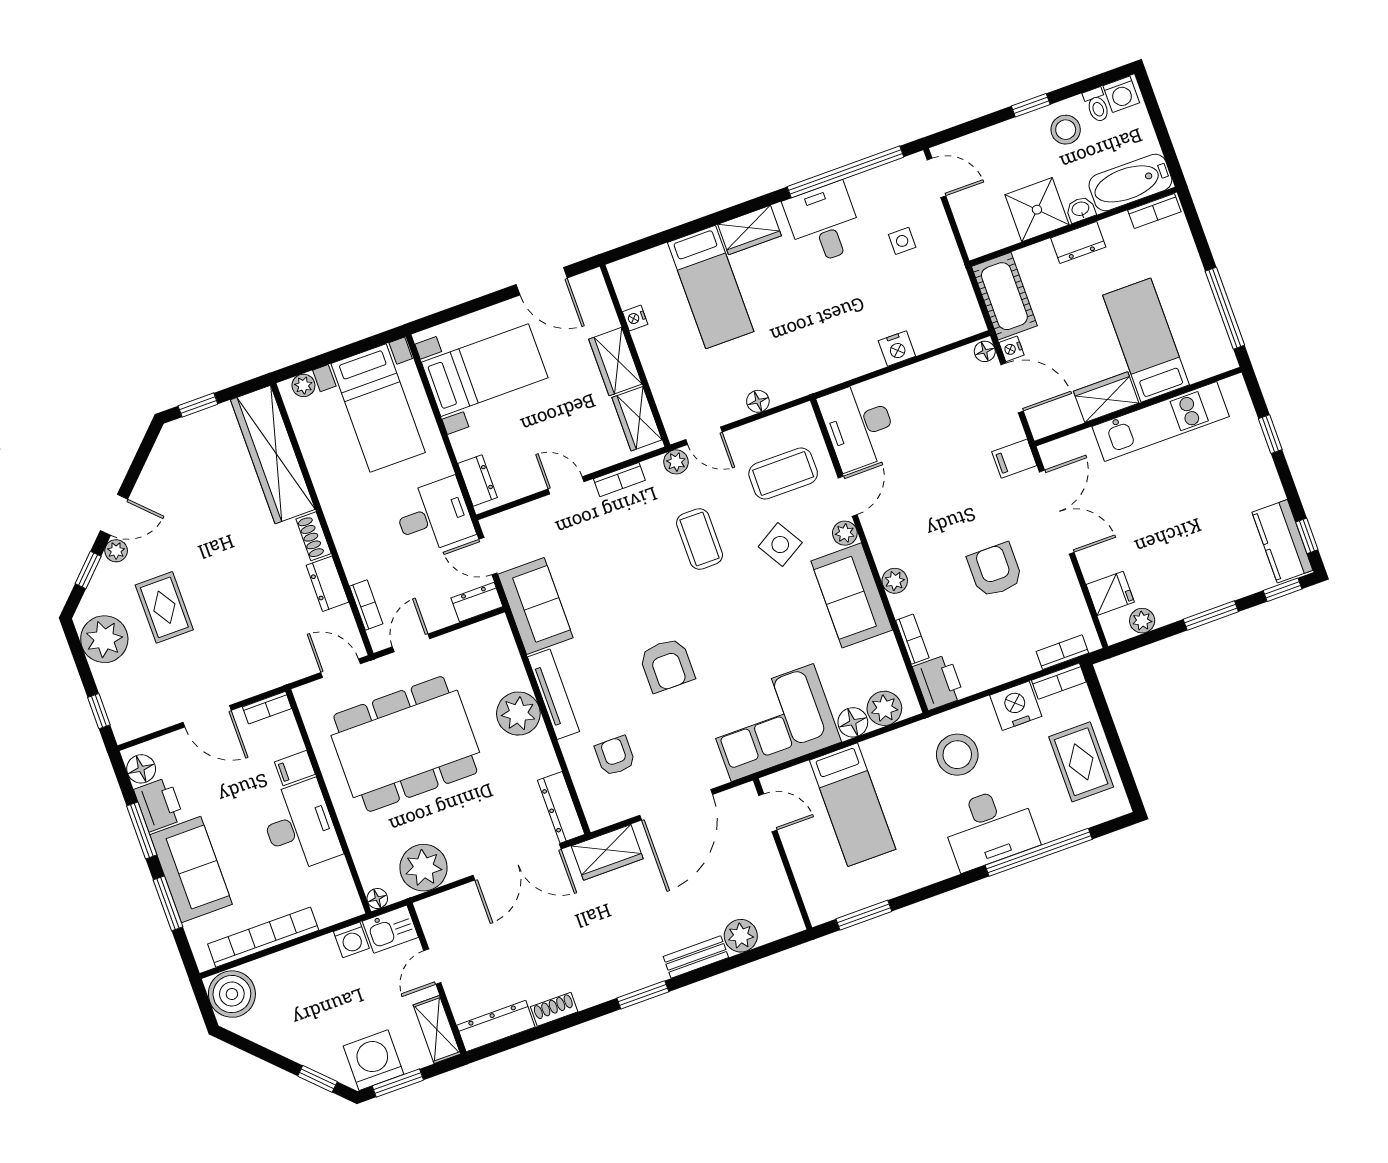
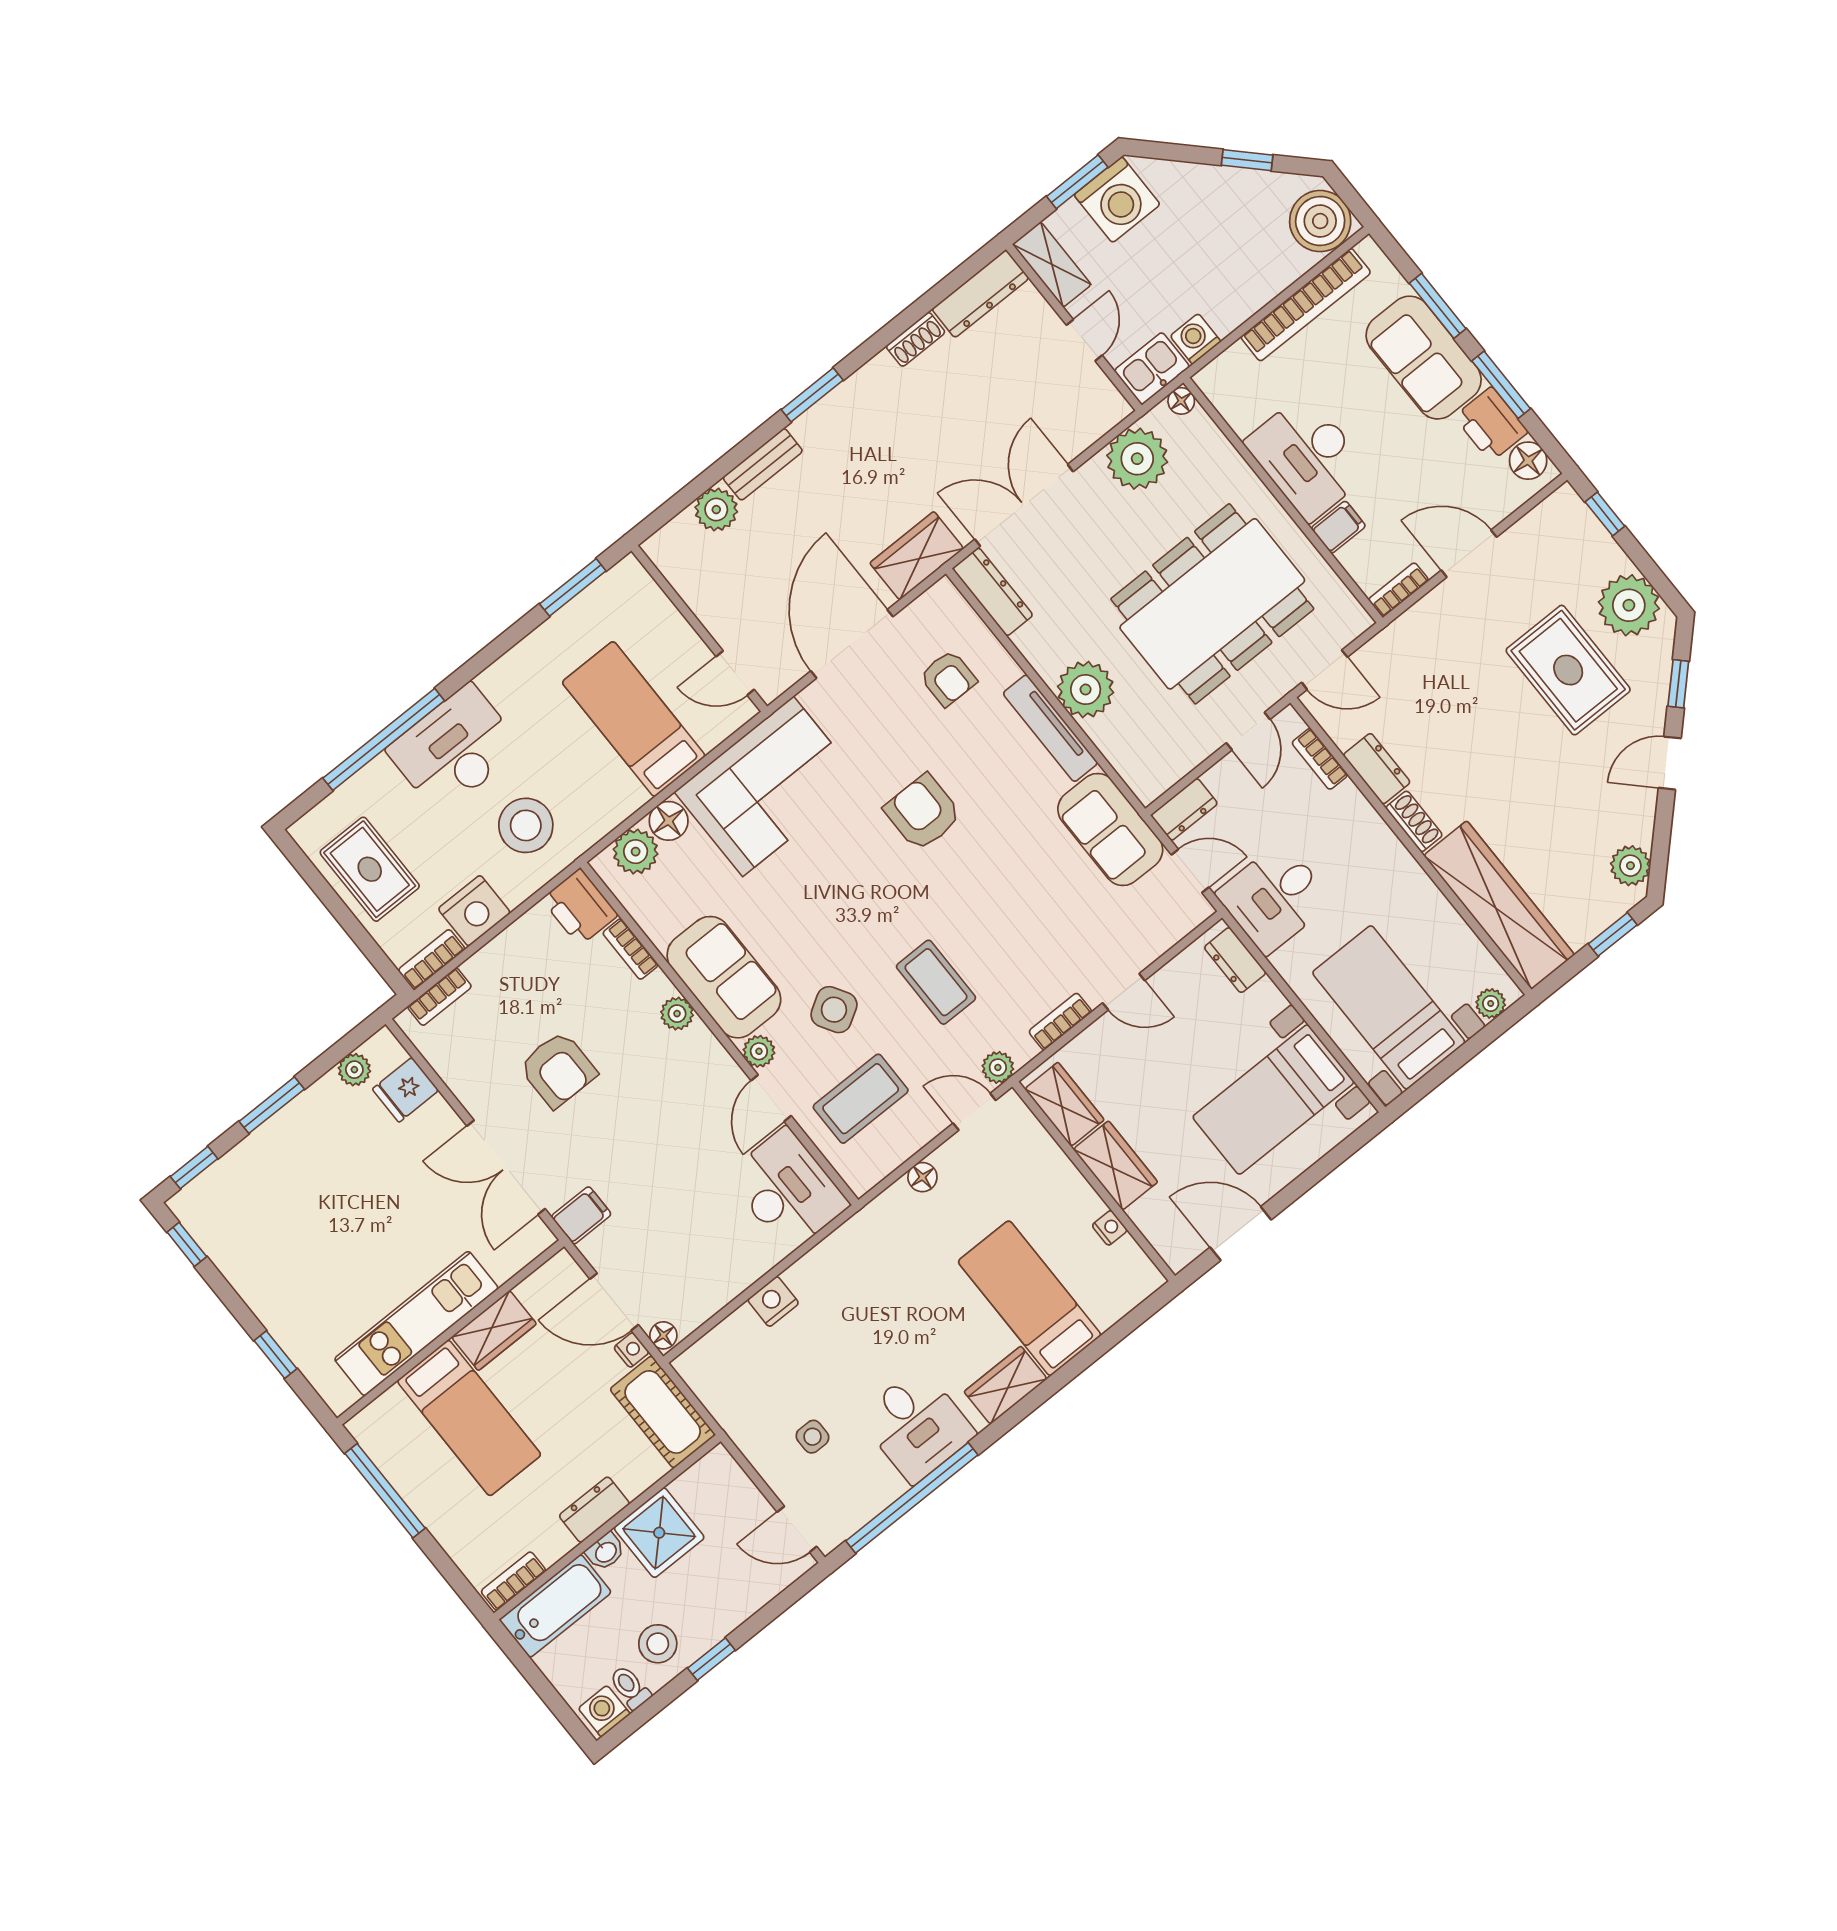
kitchen counter: (1282, 541) -> (215, 1227), removed
plant: (116, 551) -> (1630, 866), moved, width x1.38, depth x1.38
rug: (164, 607) -> (1568, 670), width x1.36, depth x1.43
window: (317, 1079) -> (1247, 160), moved

